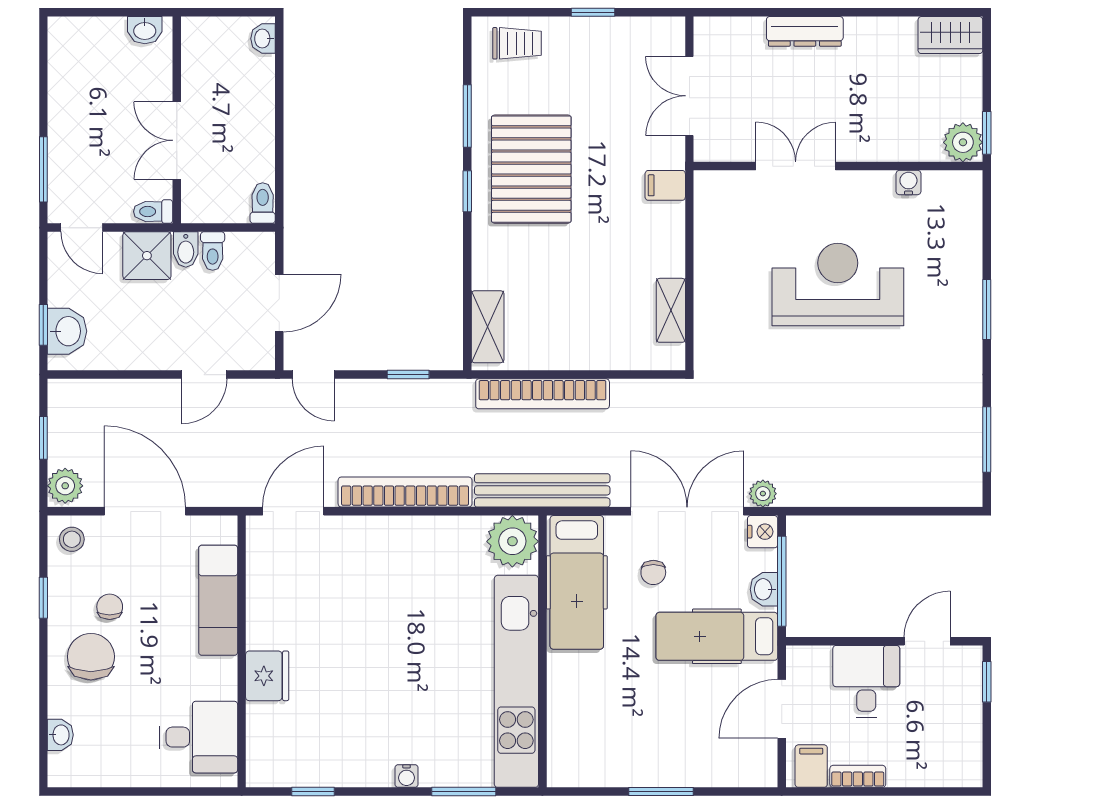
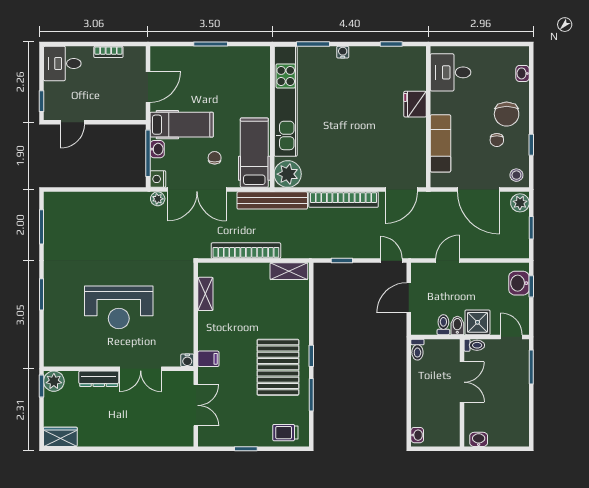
dresser: (805, 31) -> (99, 379), moved, turned 180
water cooler: (908, 183) -> (187, 360), moved
shelving: (488, 327) -> (289, 271), moved, turned 90
bookcase: (543, 394) -> (246, 251), moved
desk: (866, 681) -> (62, 63), moved, turned 90
filing cabinet: (811, 766) -> (133, 57), removed

